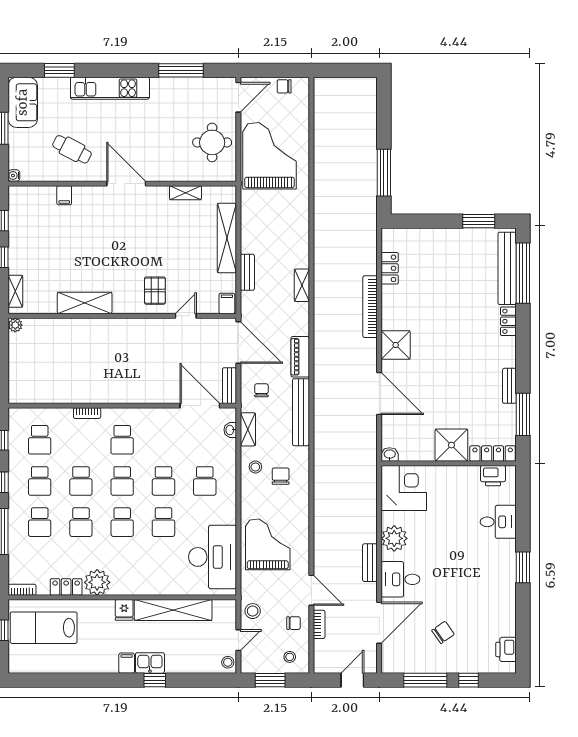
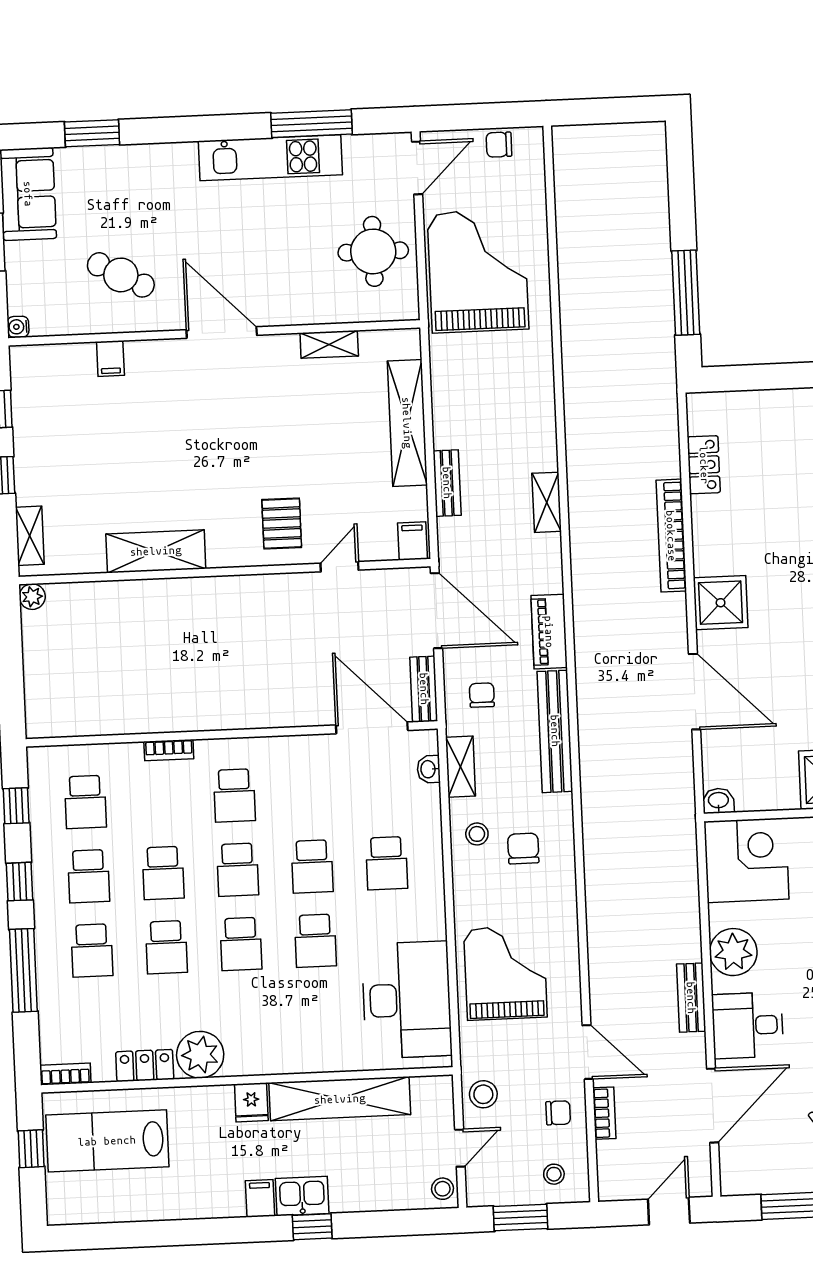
kitchen unit: (110, 88) -> (270, 158), moved

